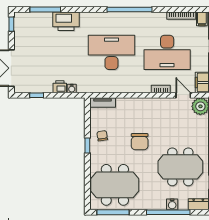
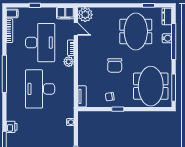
printer: (66, 21) -> (12, 127), width x0.53, depth x0.68
plant: (144, 86) -> (69, 62), added
printer: (60, 87) -> (69, 132), removed
door: (183, 95) -> (76, 29), swing flipped
chair: (140, 142) -> (115, 65), turned 90

